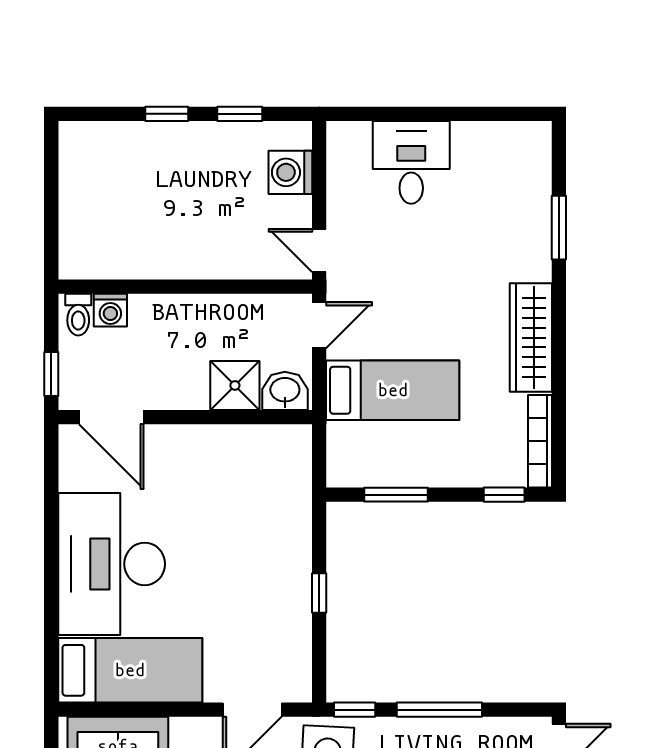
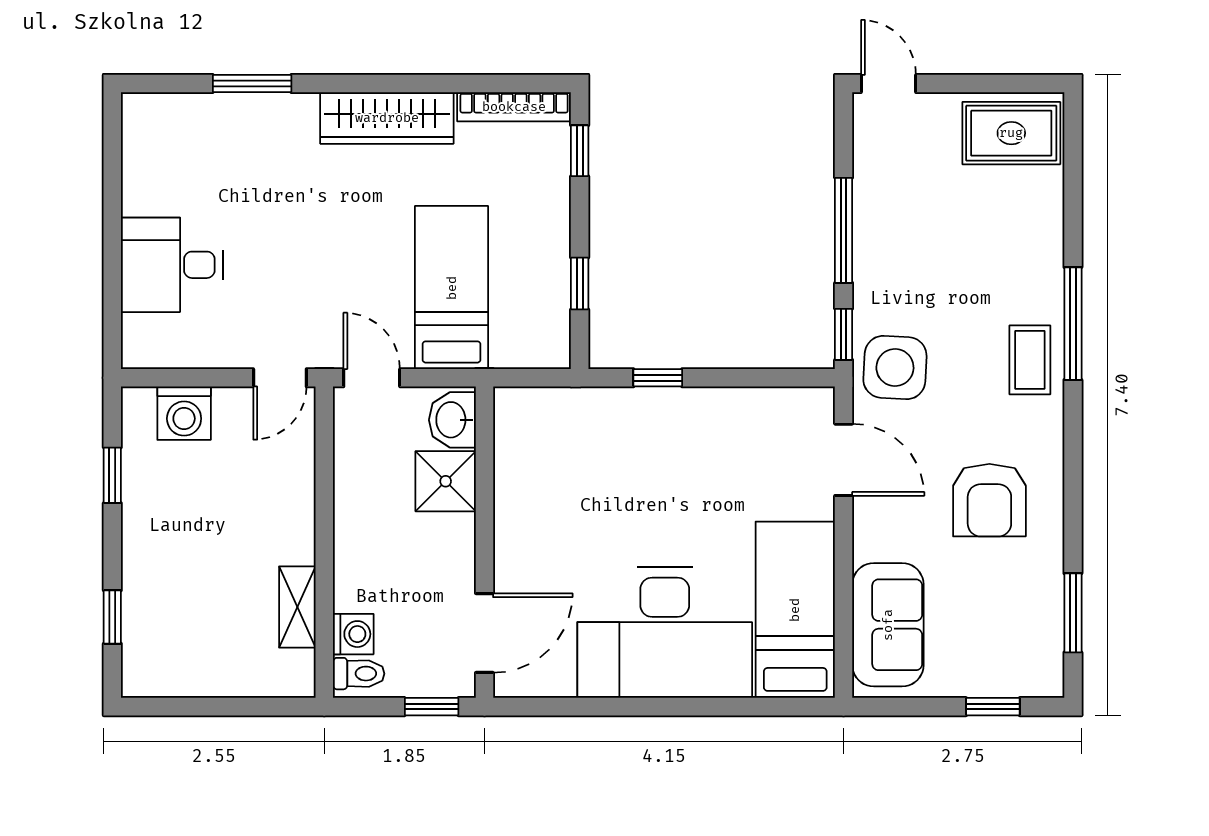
window: (167, 114) -> (112, 617), moved
shelving: (132, 265) -> (297, 607), added
window: (396, 495) -> (580, 283), width x0.67
window: (319, 593) -> (658, 378), moved

